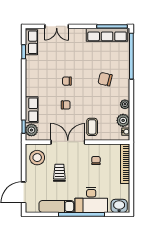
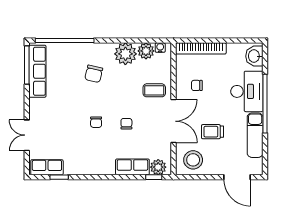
double door: (57, 26) -> (27, 135), swing flipped
plant: (125, 104) -> (125, 54), width x1.87, depth x1.87
double door: (68, 142) -> (174, 121), swing flipped

